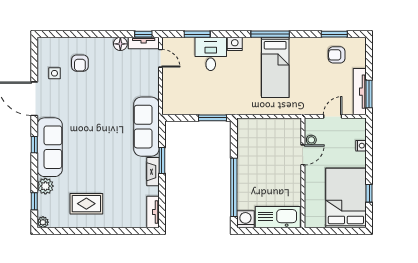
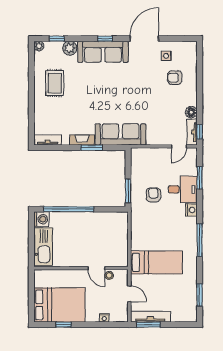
armchair: (337, 55) -> (153, 195), moved
bed: (275, 67) -> (156, 262), moved, turned 180

